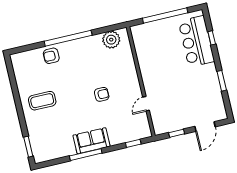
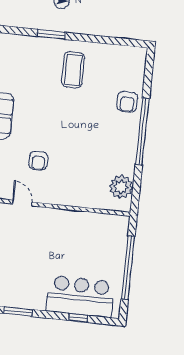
armchair: (51, 56) -> (127, 102), turned 180
armchair: (102, 94) -> (38, 161), moved
window: (28, 147) -> (51, 34), moved

